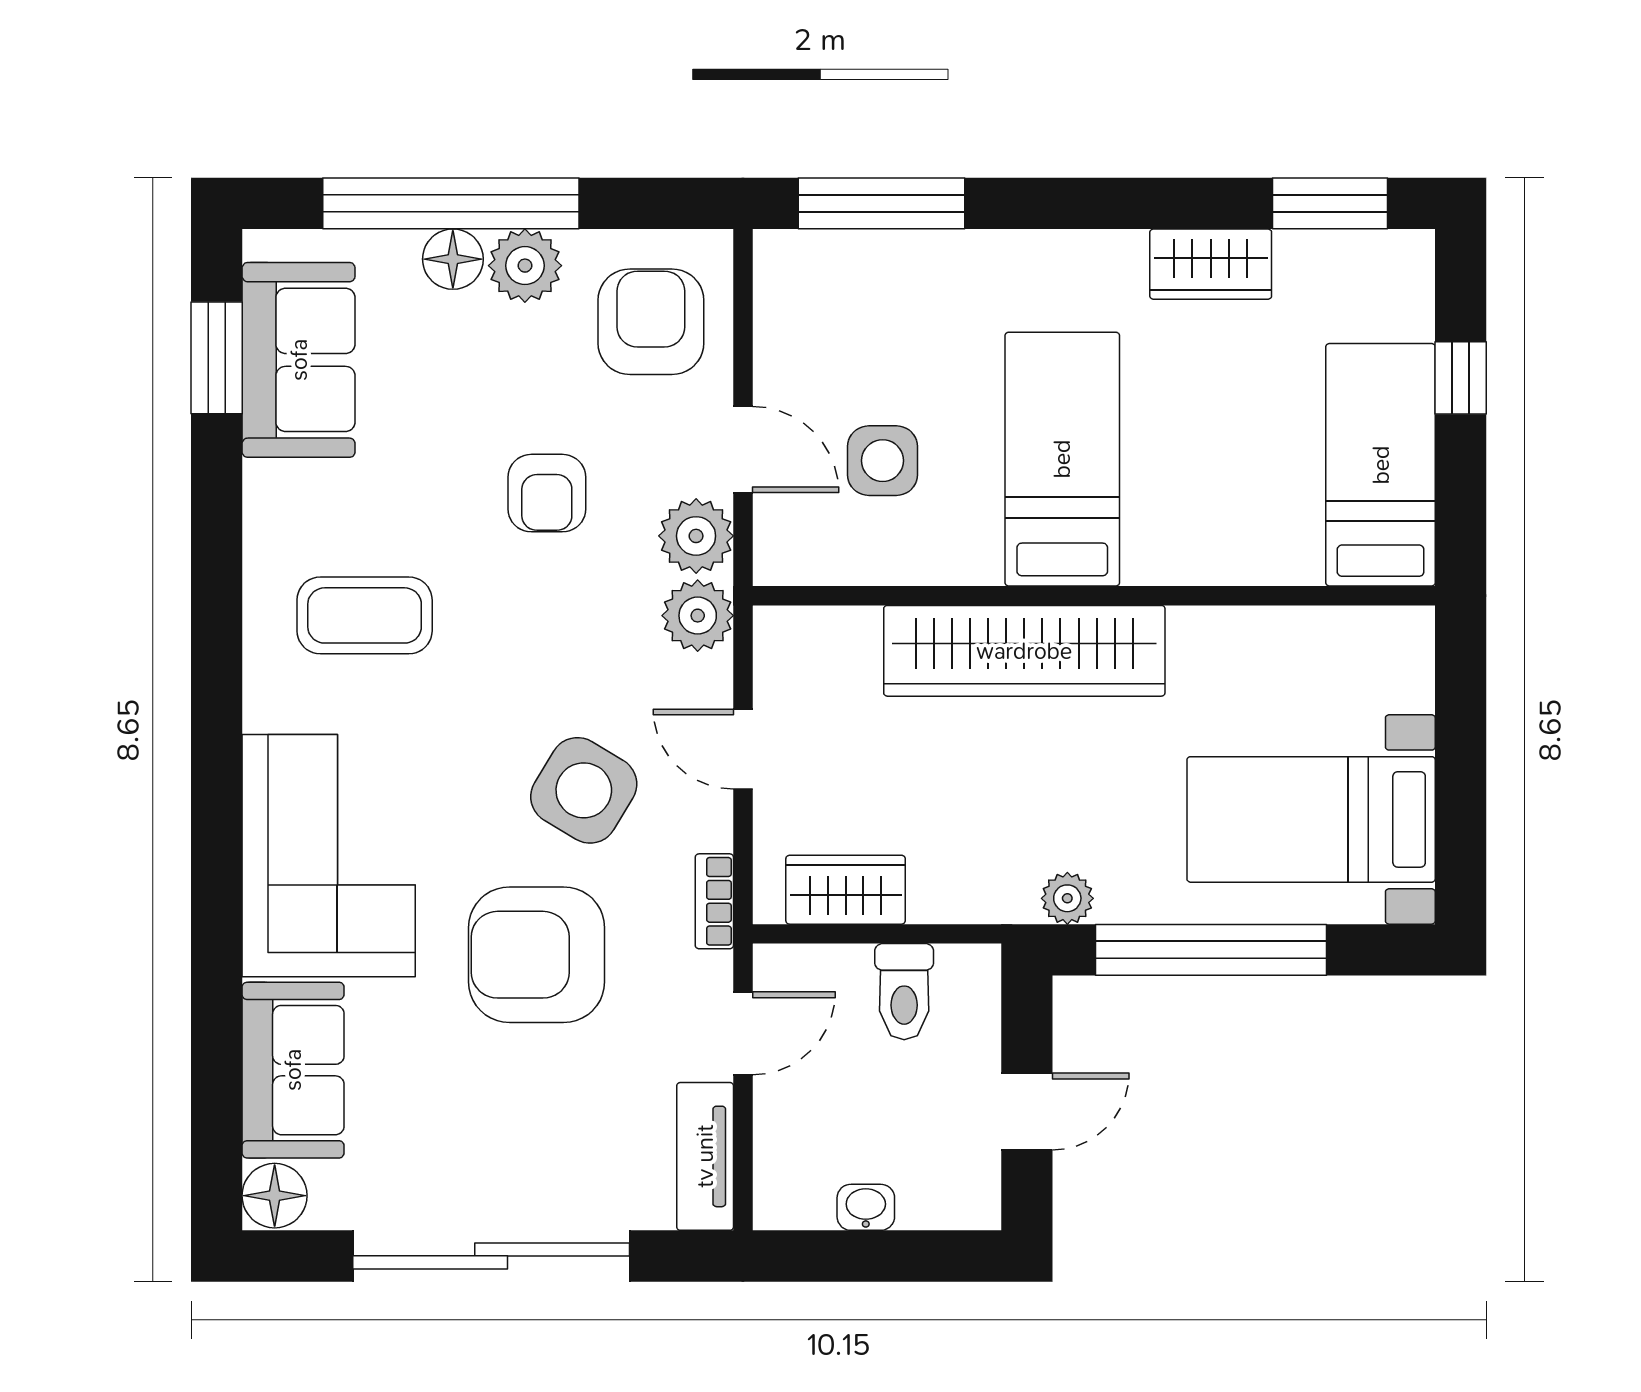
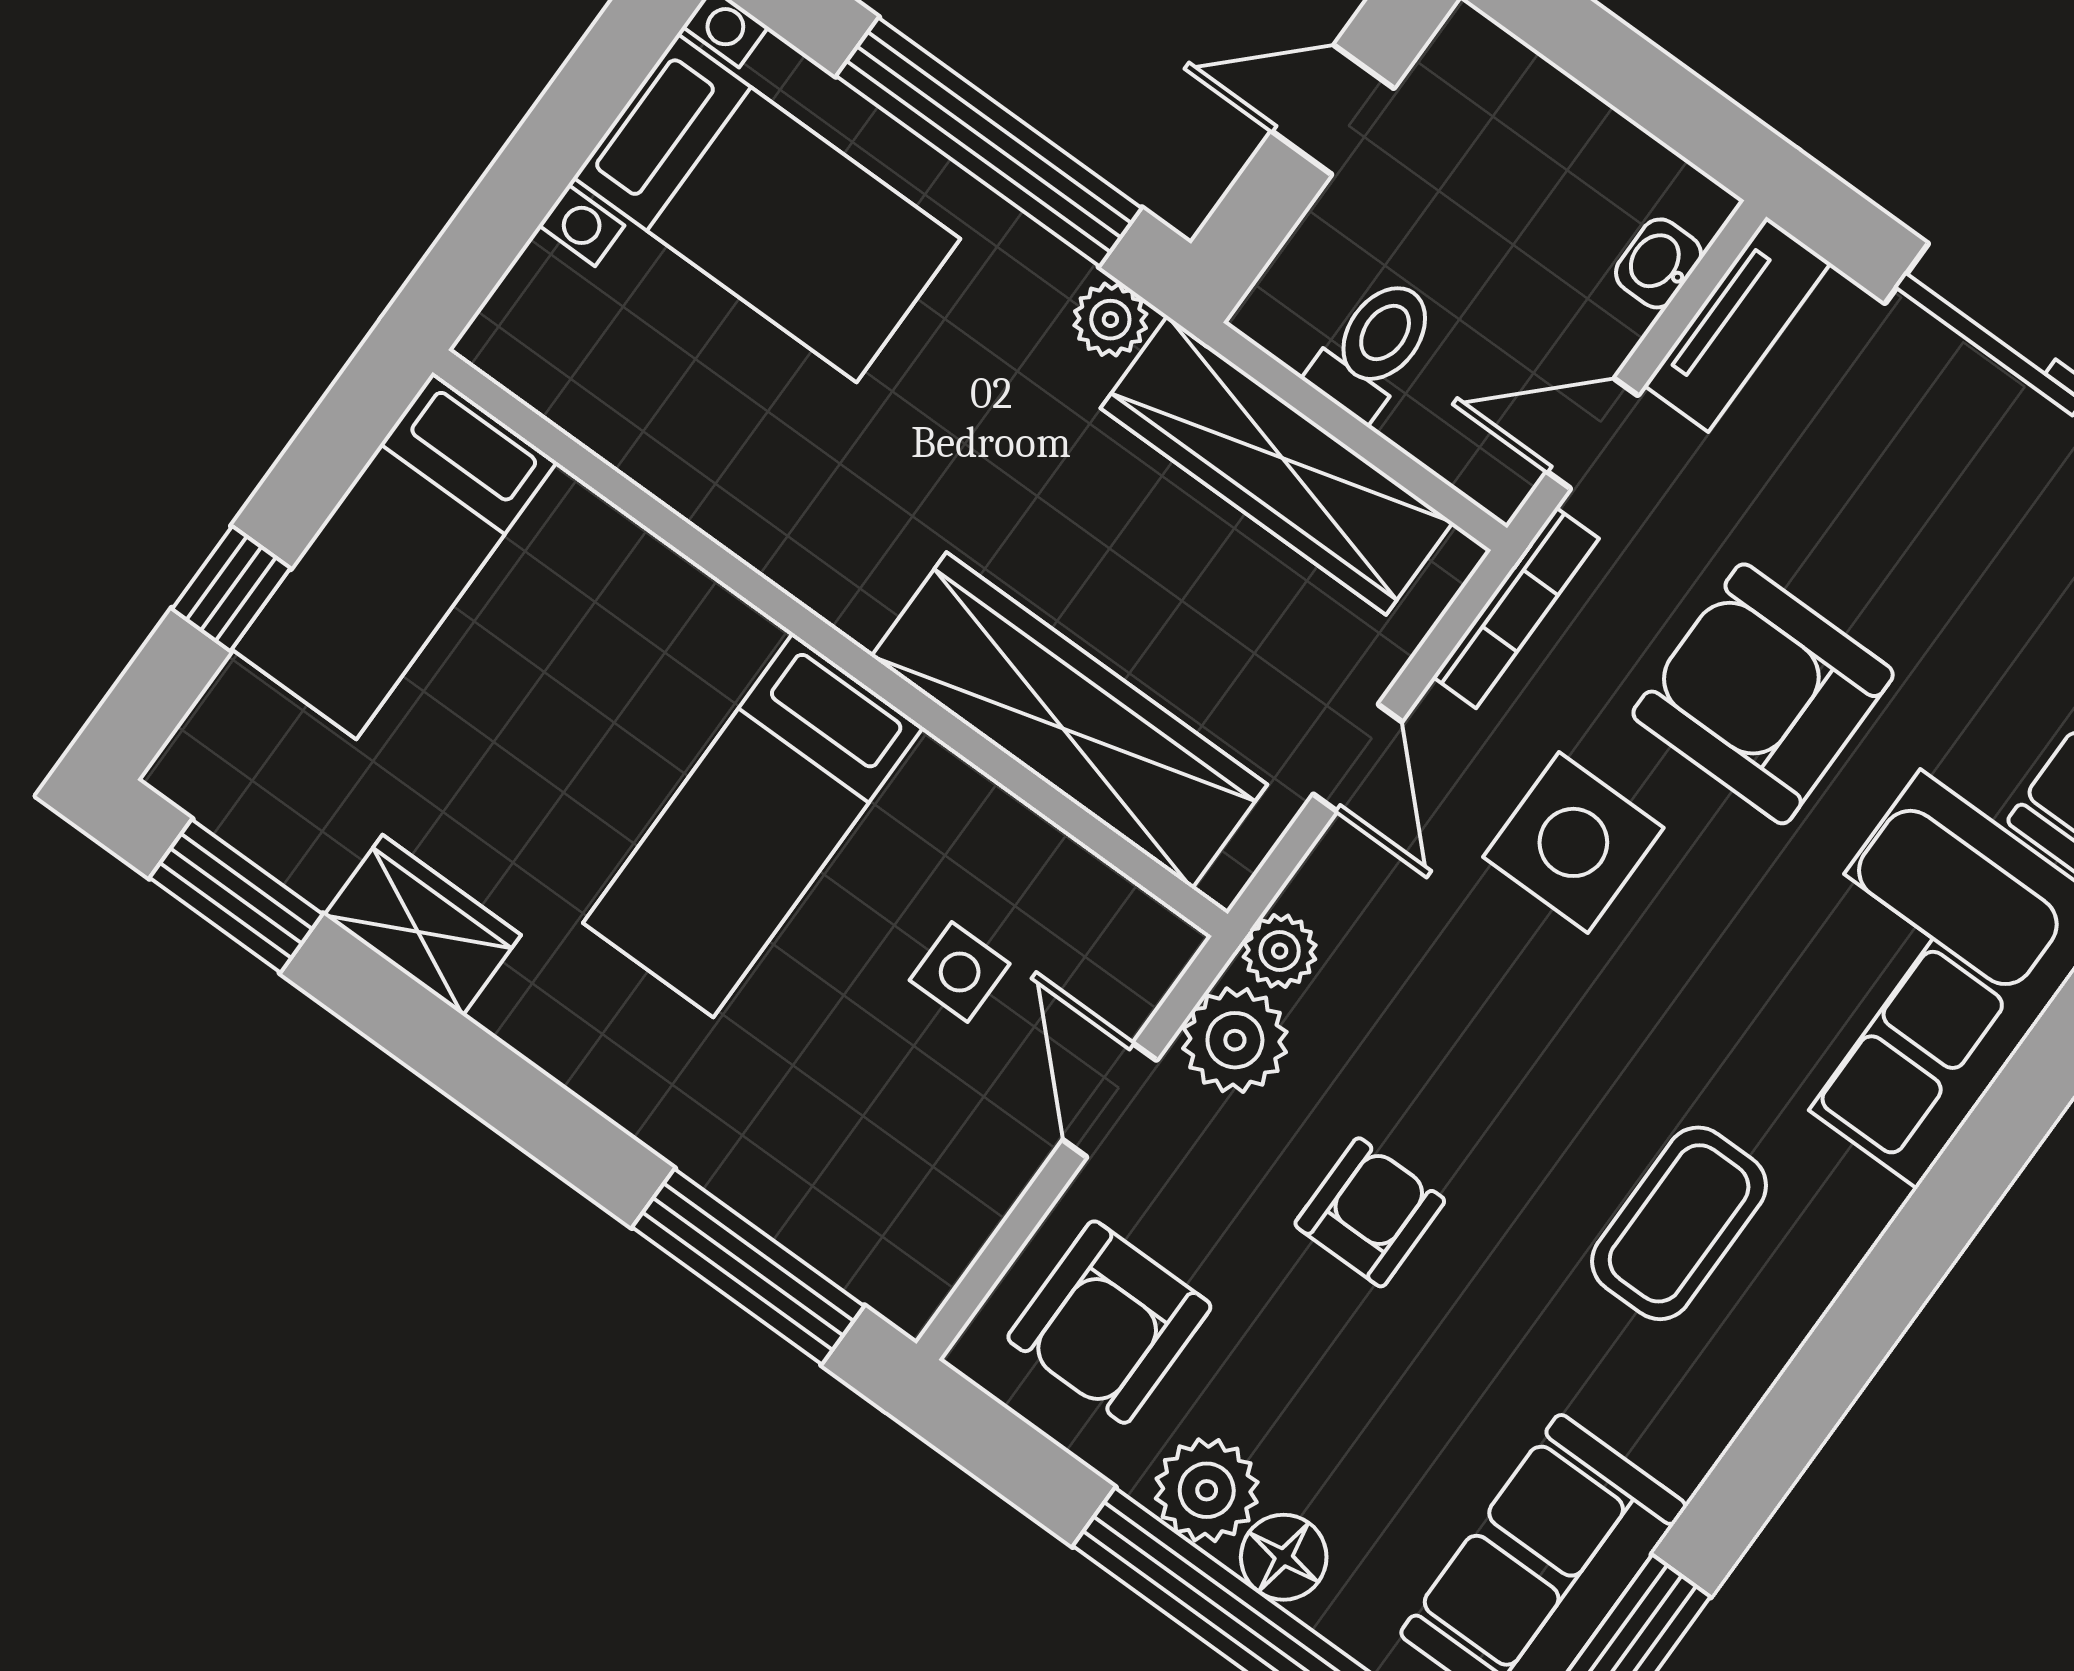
side table: (883, 461) -> (960, 972), width x0.73, depth x0.73
coffee table: (365, 615) -> (1679, 1223), turned 90
plant: (698, 616) -> (1280, 951), width x0.73, depth x0.73
wardrobe: (1024, 651) -> (1069, 720), moved
side table: (584, 790) -> (1573, 842), turned -31
wardrobe: (846, 890) -> (1277, 465), width x2.10, depth x1.17
bookcase: (714, 901) -> (1516, 608), width x1.56
armchair: (537, 955) -> (1763, 694), turned 180
washbasin: (866, 1207) -> (1658, 263), moved, turned 90

